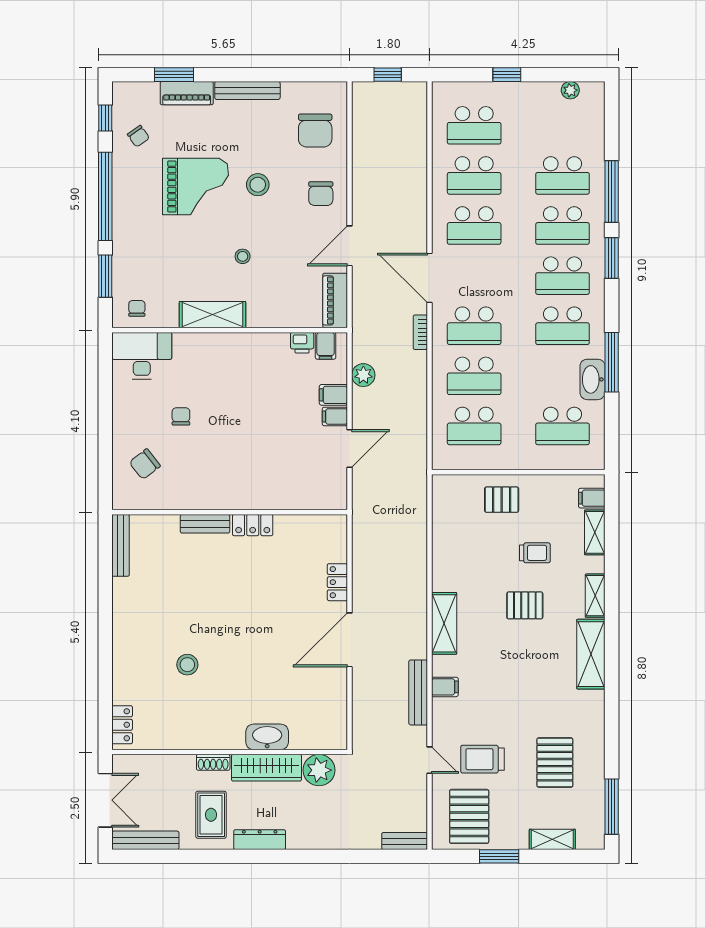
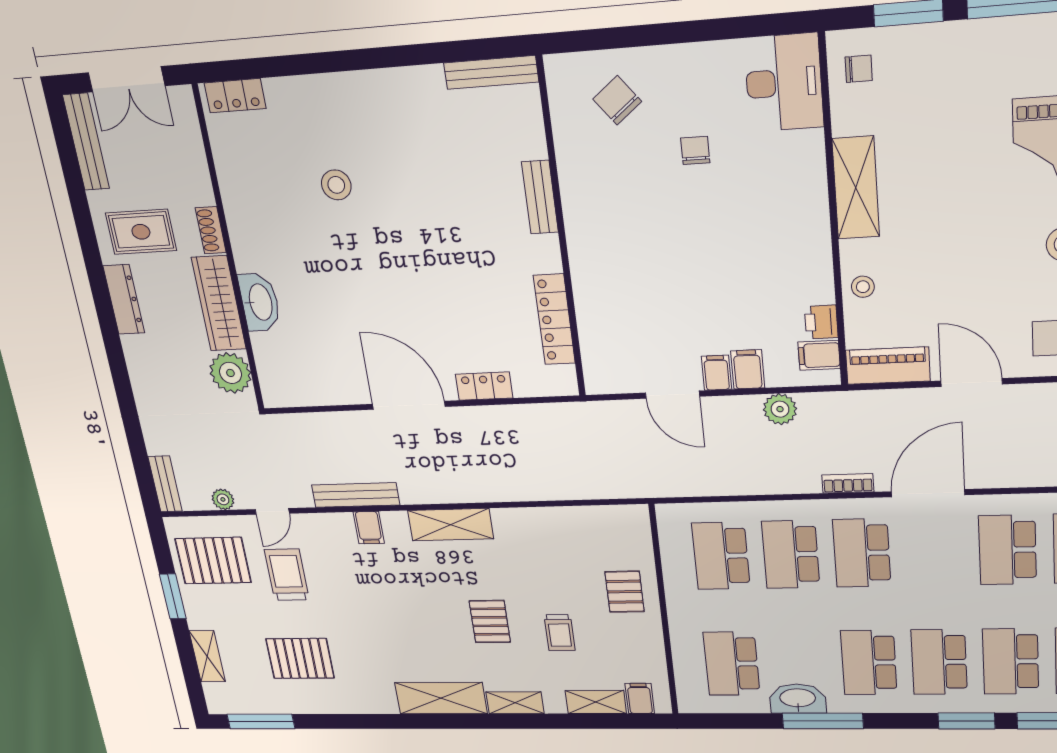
stool: (243, 256) -> (863, 287), moved
chair: (181, 416) -> (695, 150), turned -90
locker: (253, 525) -> (554, 320), moved, width x1.53
plant: (419, 797) -> (223, 499), added

